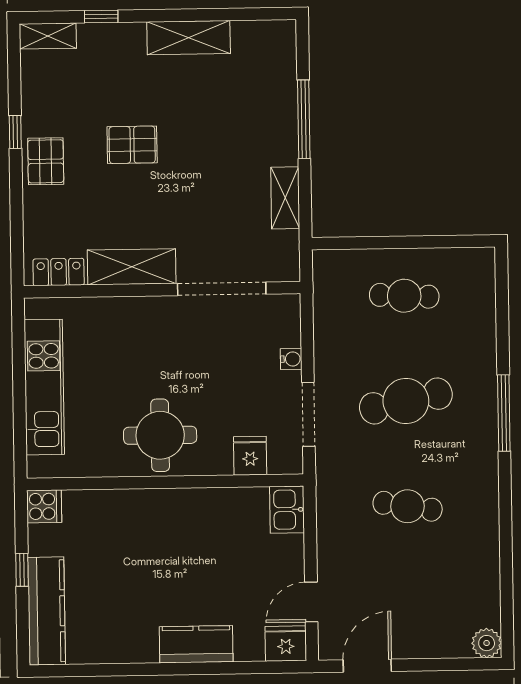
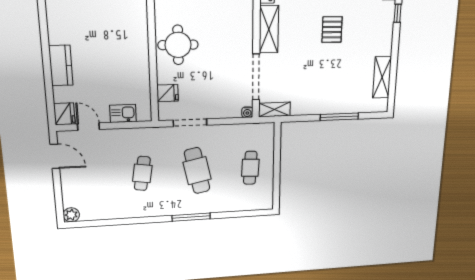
shelving: (189, 38) -> (382, 77), moved
shelving: (285, 198) -> (274, 109), moved
water cooler: (291, 359) -> (247, 112), moved
kitchen sink: (287, 510) -> (123, 113), moved

